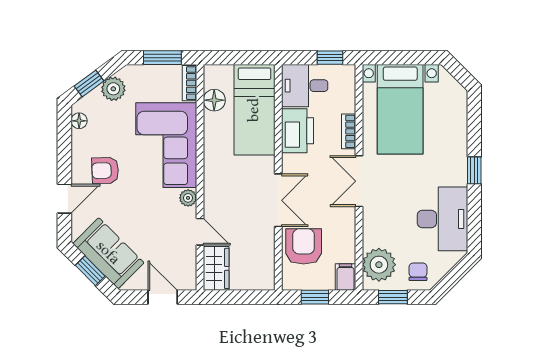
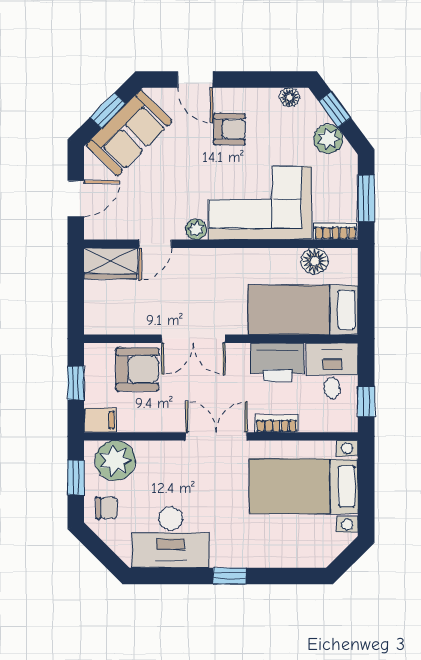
armchair: (105, 170) -> (229, 129), turned 92

